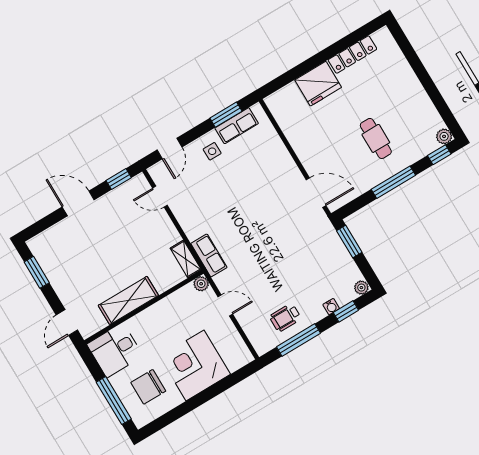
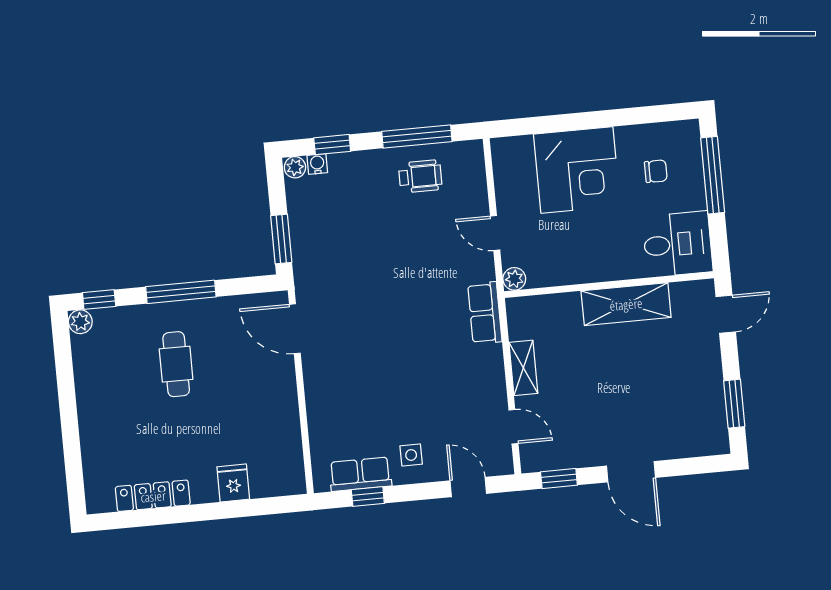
fridge: (318, 84) -> (233, 483), width x0.53, depth x0.75
window: (226, 115) -> (368, 497), width x0.67
door: (170, 148) -> (468, 487), hinge flipped
shelving: (186, 259) -> (523, 368), moved
water cooler: (331, 307) -> (317, 164), moved
chair: (148, 387) -> (656, 171), width x0.54, depth x0.54

